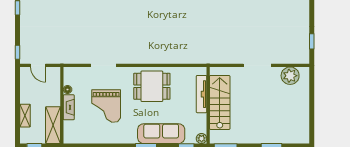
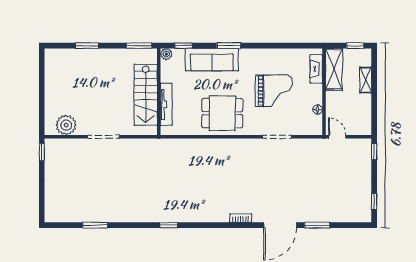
window: (312, 41) -> (42, 152), moved
door: (38, 65) -> (337, 137), moved
grand piano: (106, 106) -> (274, 91), turned 90
fireplace: (69, 107) -> (316, 69), moved

